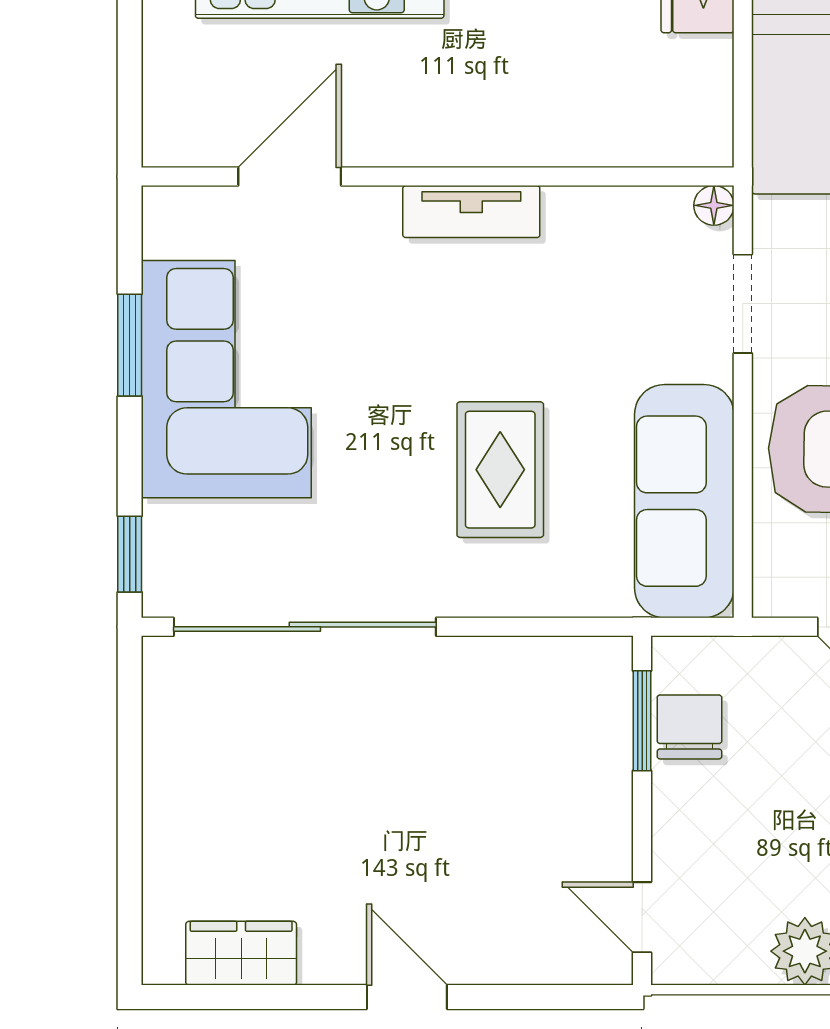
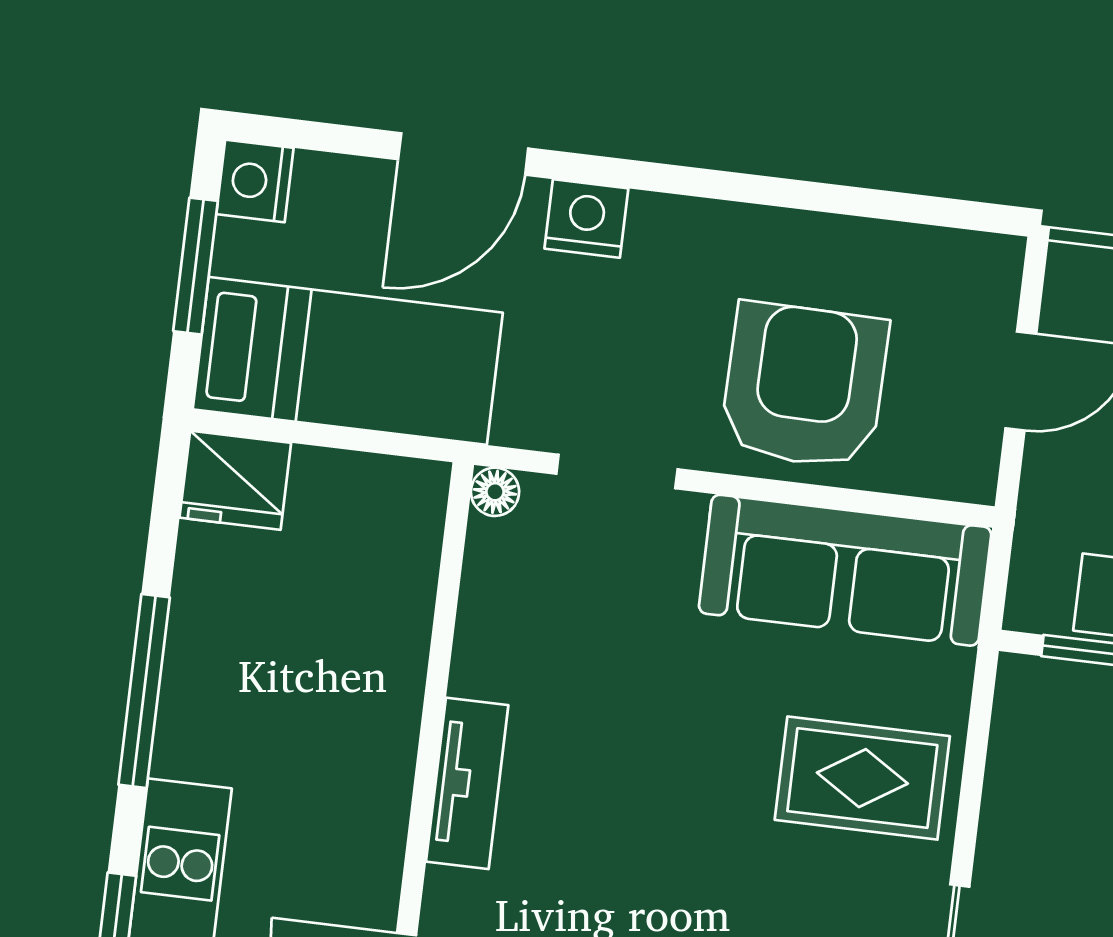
rug: (500, 470) -> (862, 778), moved

